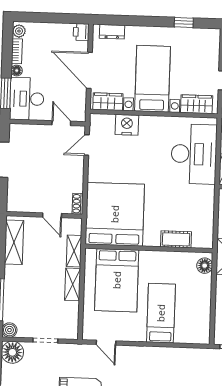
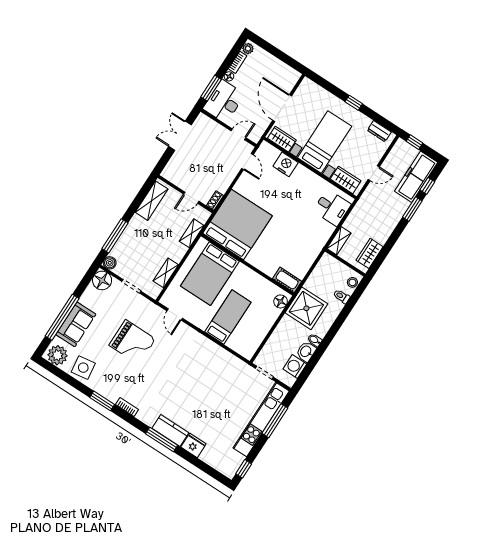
window: (184, 23) -> (354, 103), moved
printer: (81, 32) -> (293, 77), removed
dresser: (112, 32) -> (379, 131), moved
door: (61, 123) -> (238, 134), hinge flipped
door: (87, 145) -> (247, 161), swing flipped
desk: (194, 154) -> (332, 208), width x0.53, depth x0.77
door: (52, 215) -> (191, 198), hinge flipped
cot: (176, 239) -> (287, 280), moved
shelving: (73, 284) -> (166, 273), moved

